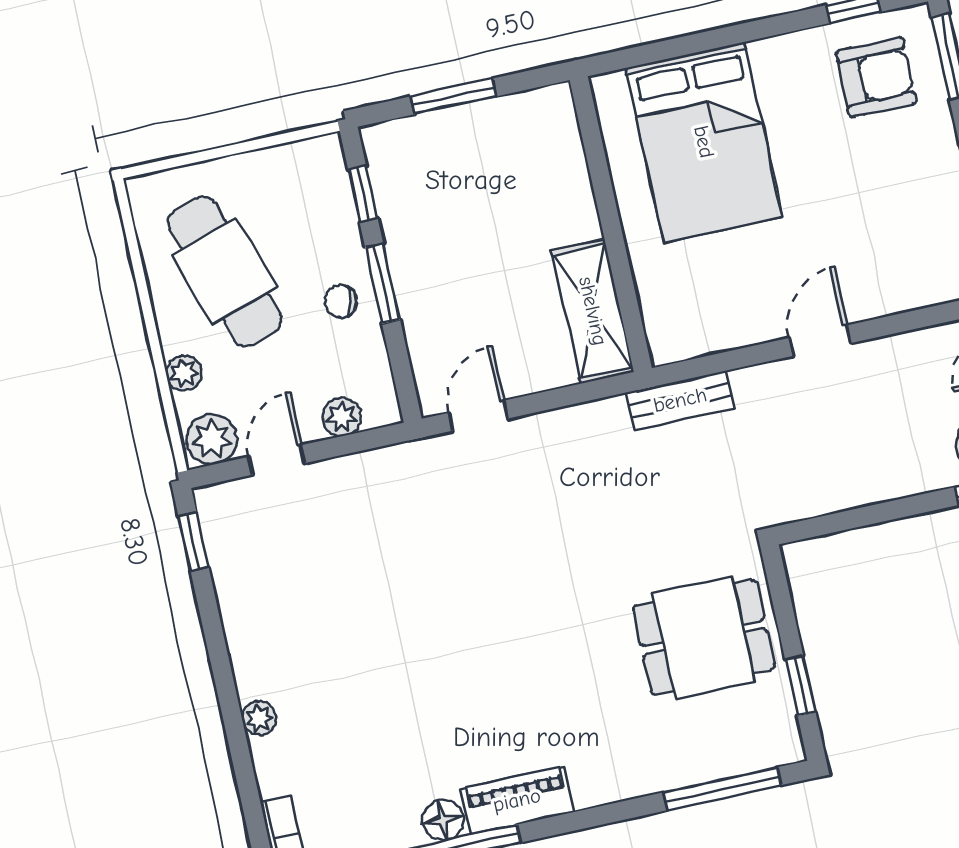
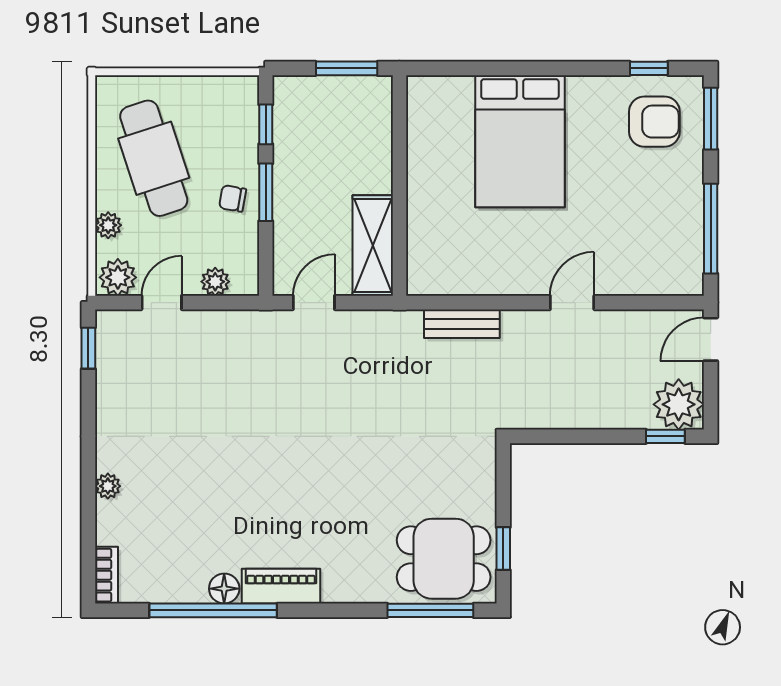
wall: (611, 224) -> (400, 185), moved
shelving: (593, 311) -> (373, 245), moved
dining table: (704, 637) -> (444, 559), moved

